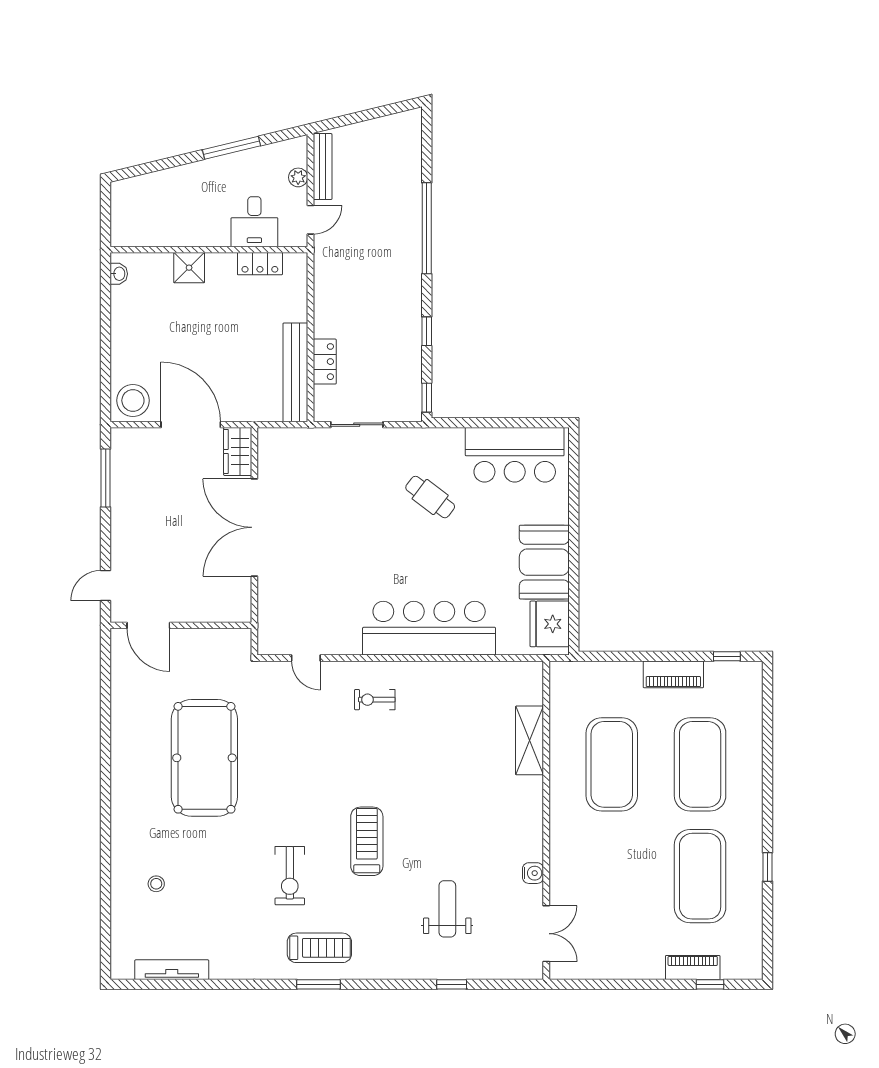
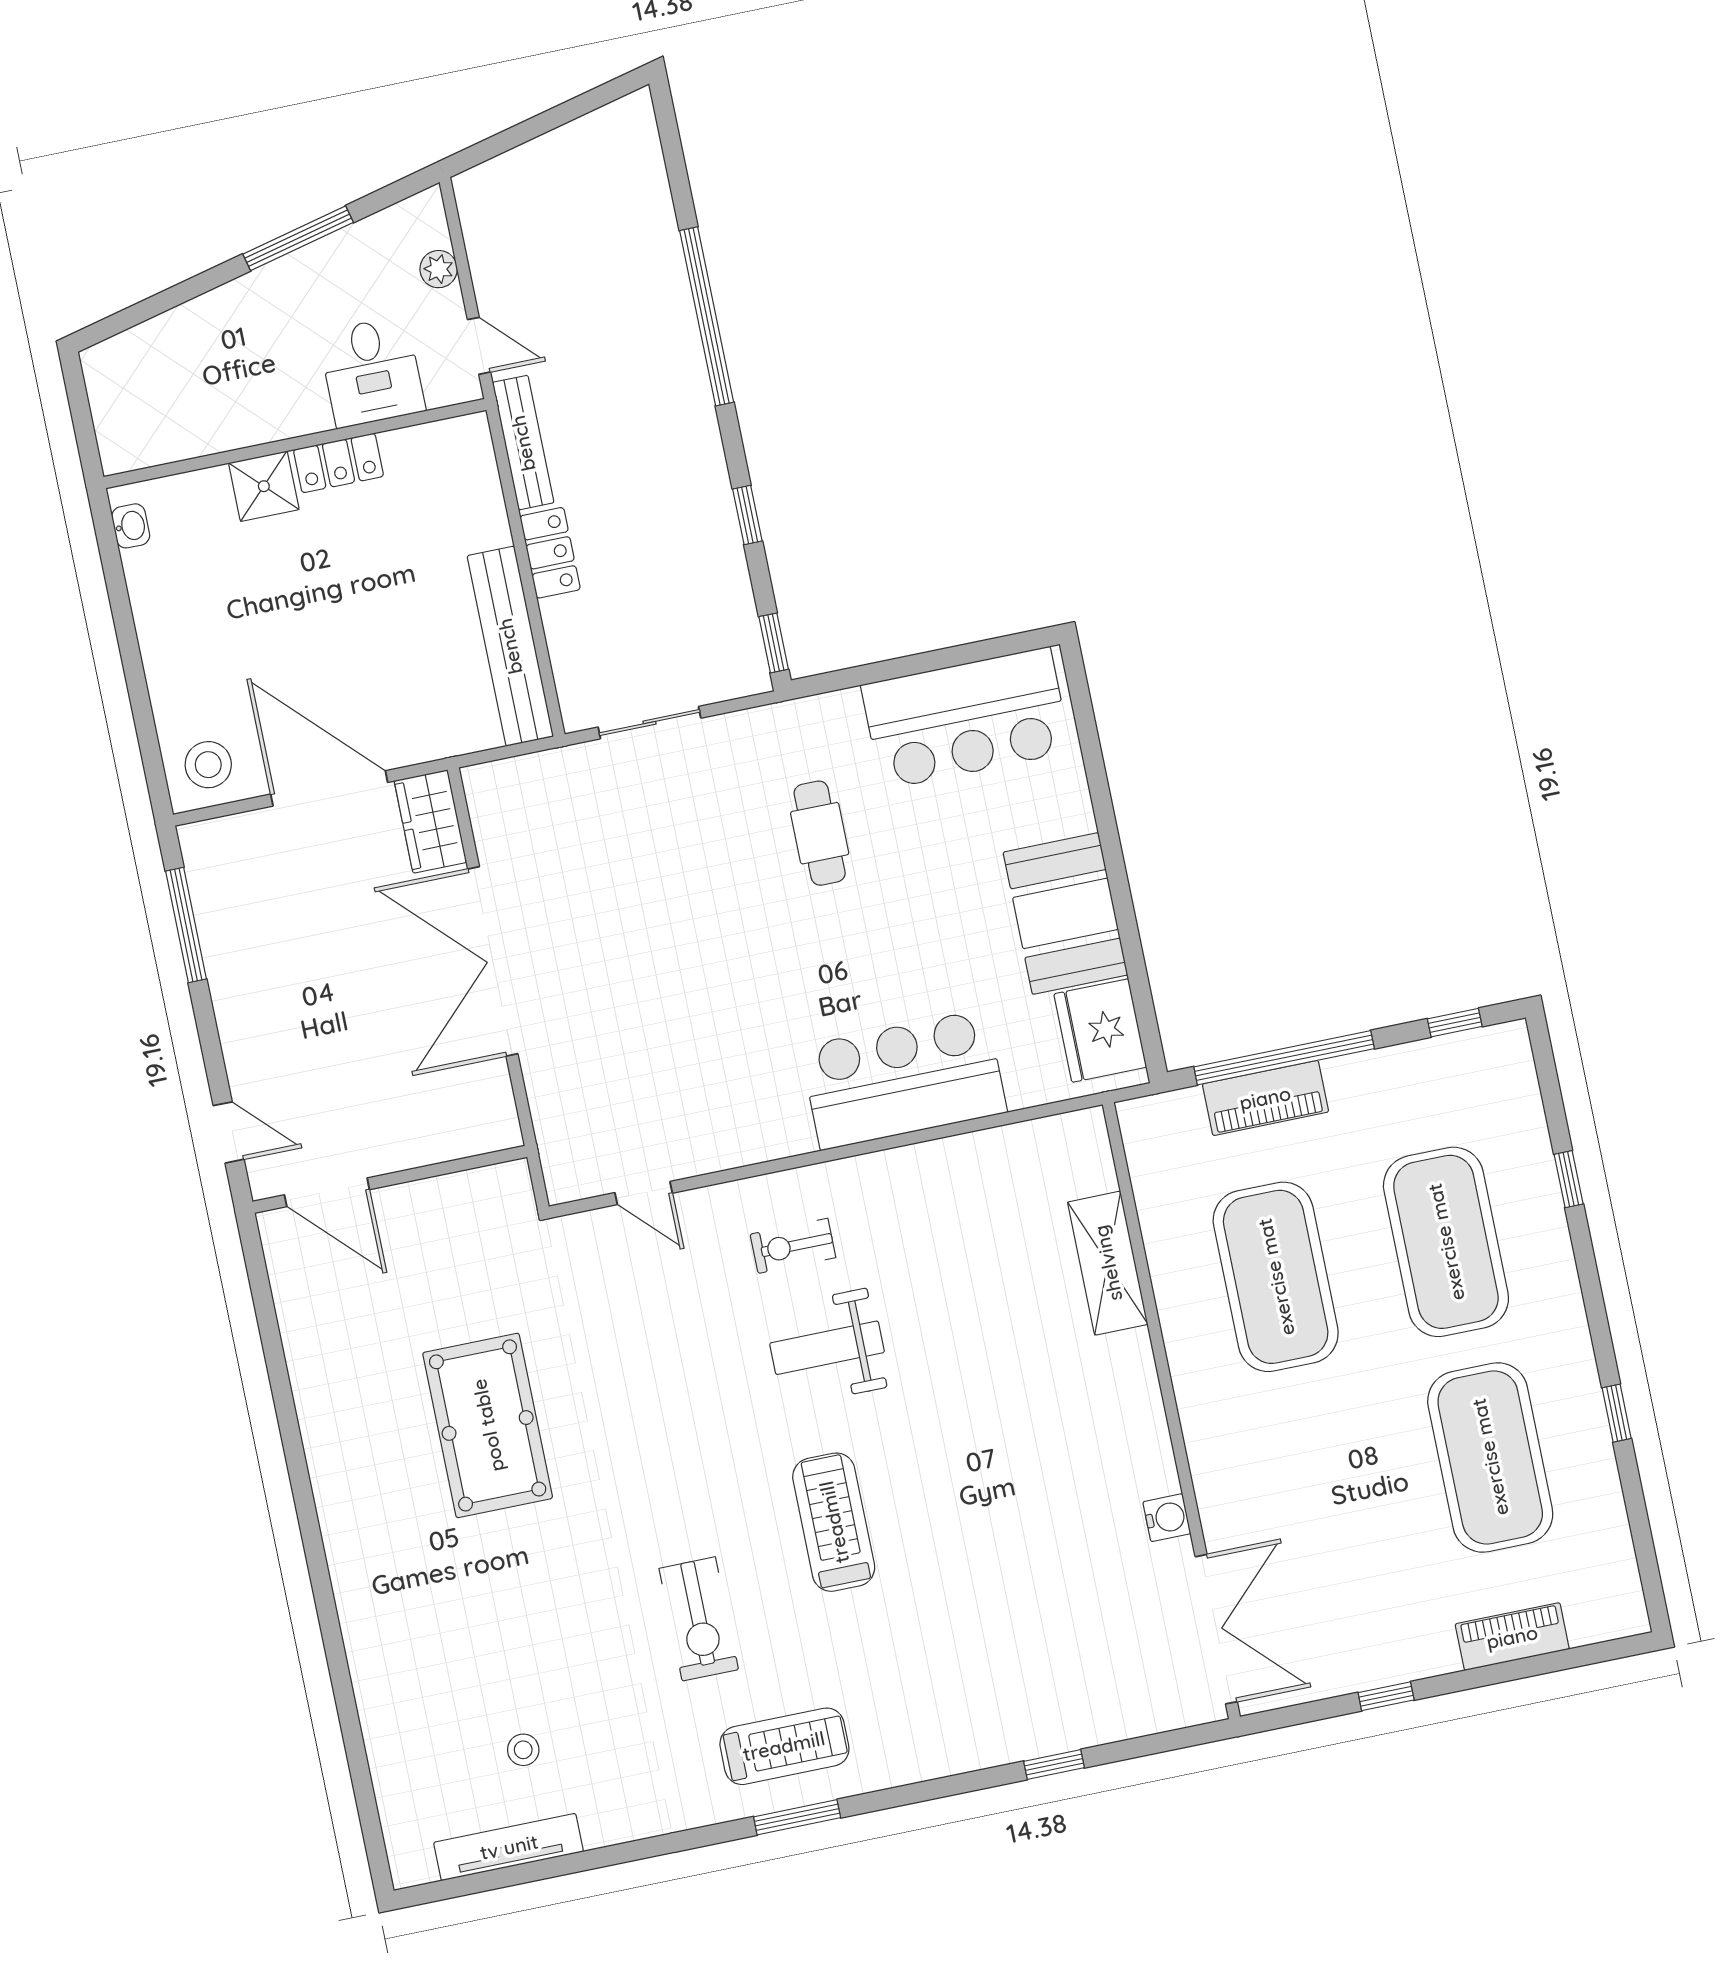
bench: (323, 167) -> (523, 443), moved
door: (310, 220) -> (479, 346), hinge flipped
locker: (260, 264) -> (338, 463), moved
locker: (325, 362) -> (550, 553), moved
stool: (133, 400) -> (208, 765), width x0.73, depth x0.73
cafe table: (430, 497) -> (820, 833), turned 53
door: (106, 586) -> (229, 1132), swing flipped
bar counter: (429, 628) -> (903, 1080), width x0.73
window: (638, 656) -> (1284, 1058), added
piano: (673, 674) -> (1265, 1098), moved
window: (767, 746) -> (1569, 1179), added
pool table: (204, 758) -> (488, 1425), width x0.73, depth x0.76
stool: (156, 884) -> (523, 1750), moved
weight bench: (447, 909) -> (827, 1348), moved, turned -90
double door: (546, 934) -> (1216, 1629), width x1.37
window: (710, 984) -> (1386, 1696), moved

